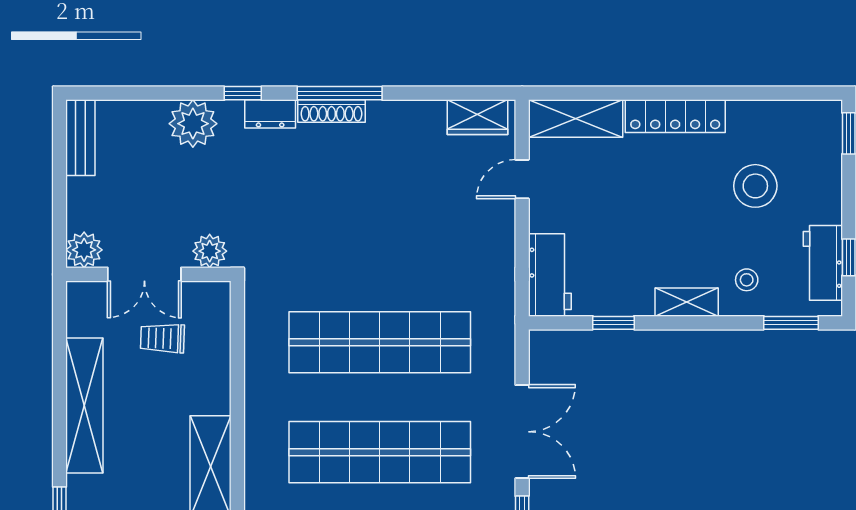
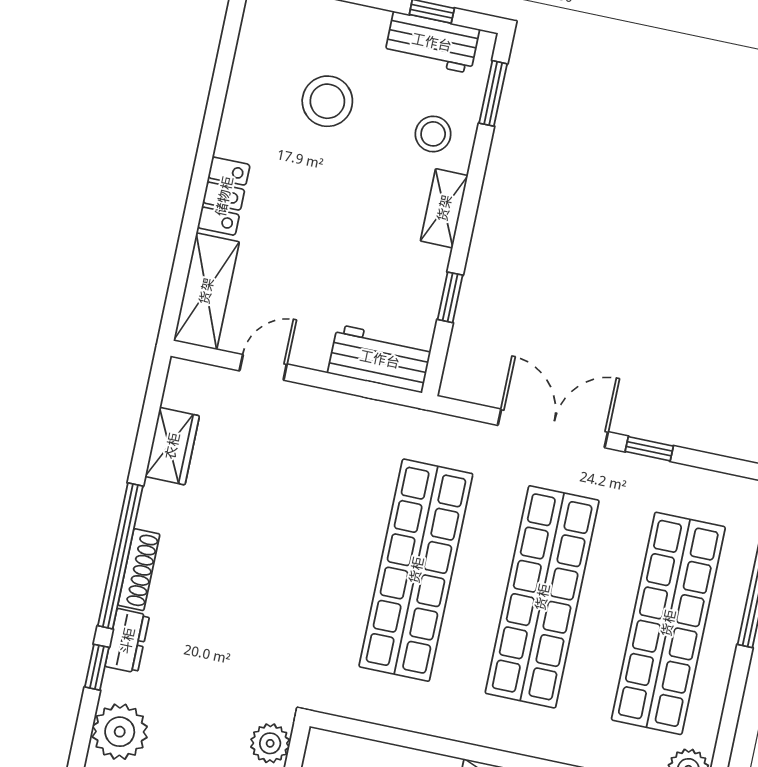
window: (340, 93) -> (120, 556), width x1.46
locker: (675, 116) -> (224, 196), width x0.66
wardrobe: (478, 117) -> (172, 446), moved
door: (522, 179) -> (263, 367), swing flipped
stool: (747, 280) -> (433, 134), width x1.37, depth x1.37

